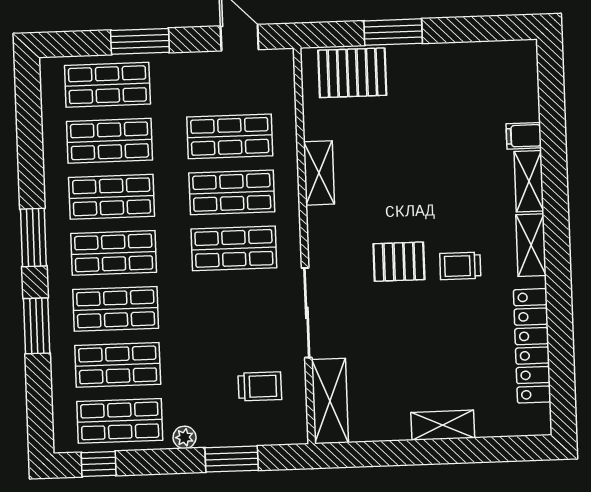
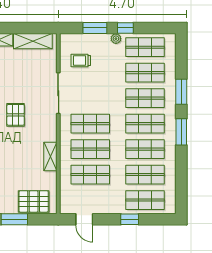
window: (140, 41) -> (130, 219), width x0.67
pallet: (399, 262) -> (16, 115), turned 90
shelving: (330, 401) -> (33, 41), moved, turned 90
window: (99, 464) -> (125, 28), moved

